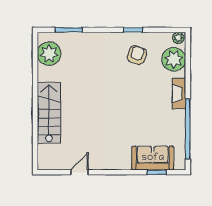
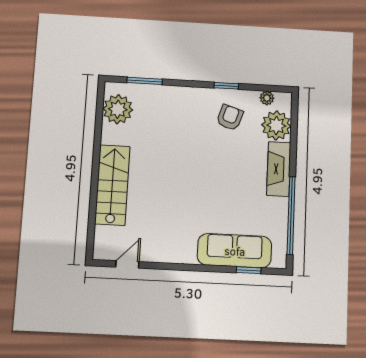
plant: (178, 38) -> (267, 98), moved
fireplace: (179, 94) -> (279, 169), width x1.37, depth x1.32
sofa: (153, 158) -> (235, 251), width x1.36
door: (80, 172) -> (127, 264), moved

